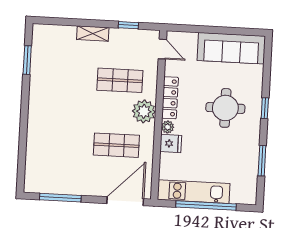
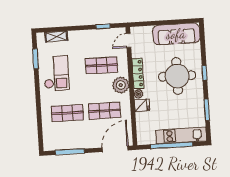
shelving: (93, 34) -> (56, 37), moved
door: (162, 49) -> (128, 40), swing flipped
checkout: (54, 84) -> (56, 73), added
round table: (225, 108) -> (177, 76), width x1.36, depth x1.36
shop shelf: (63, 142) -> (67, 113), added
kitchen unit: (194, 192) -> (181, 135), moved

